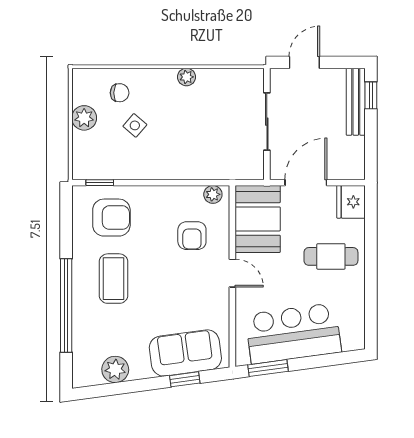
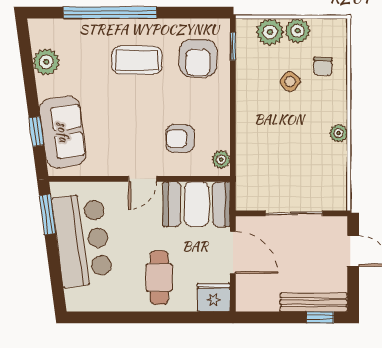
plant: (85, 146) -> (270, 32), added

